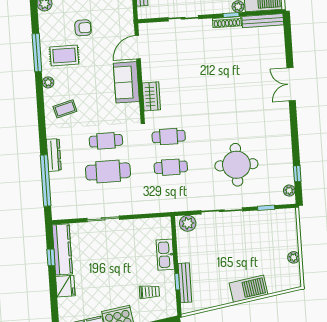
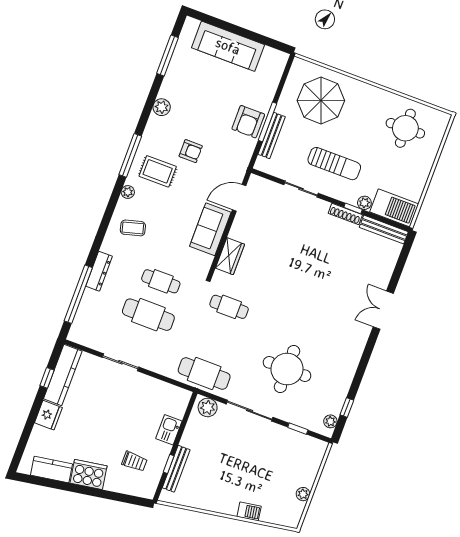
cafe table: (171, 167) -> (204, 373), moved, width x1.37, depth x1.35
kitchen sink: (165, 255) -> (169, 430), width x0.73
barbecue: (249, 289) -> (249, 511), width x0.53, depth x0.65

